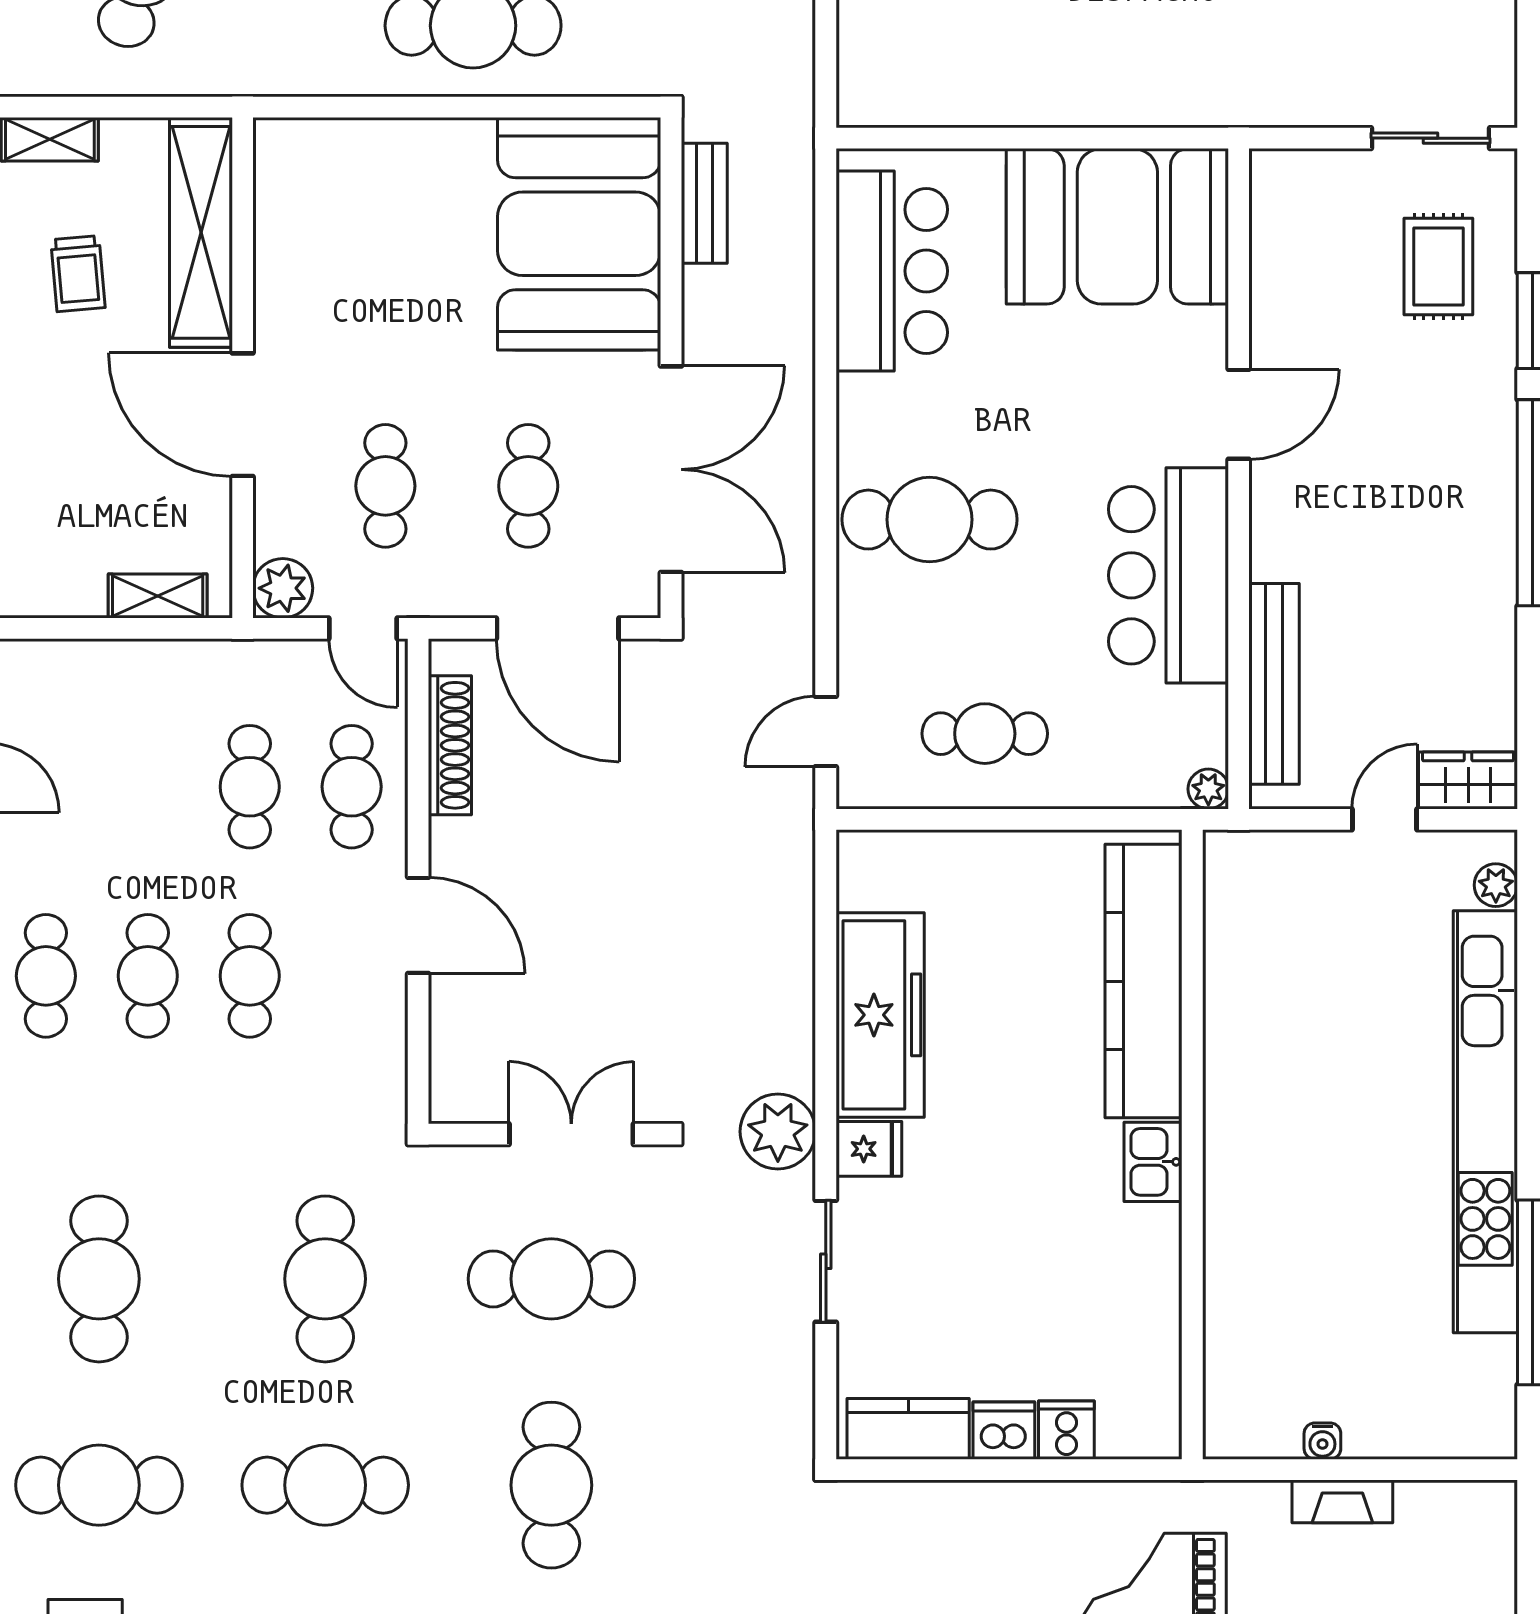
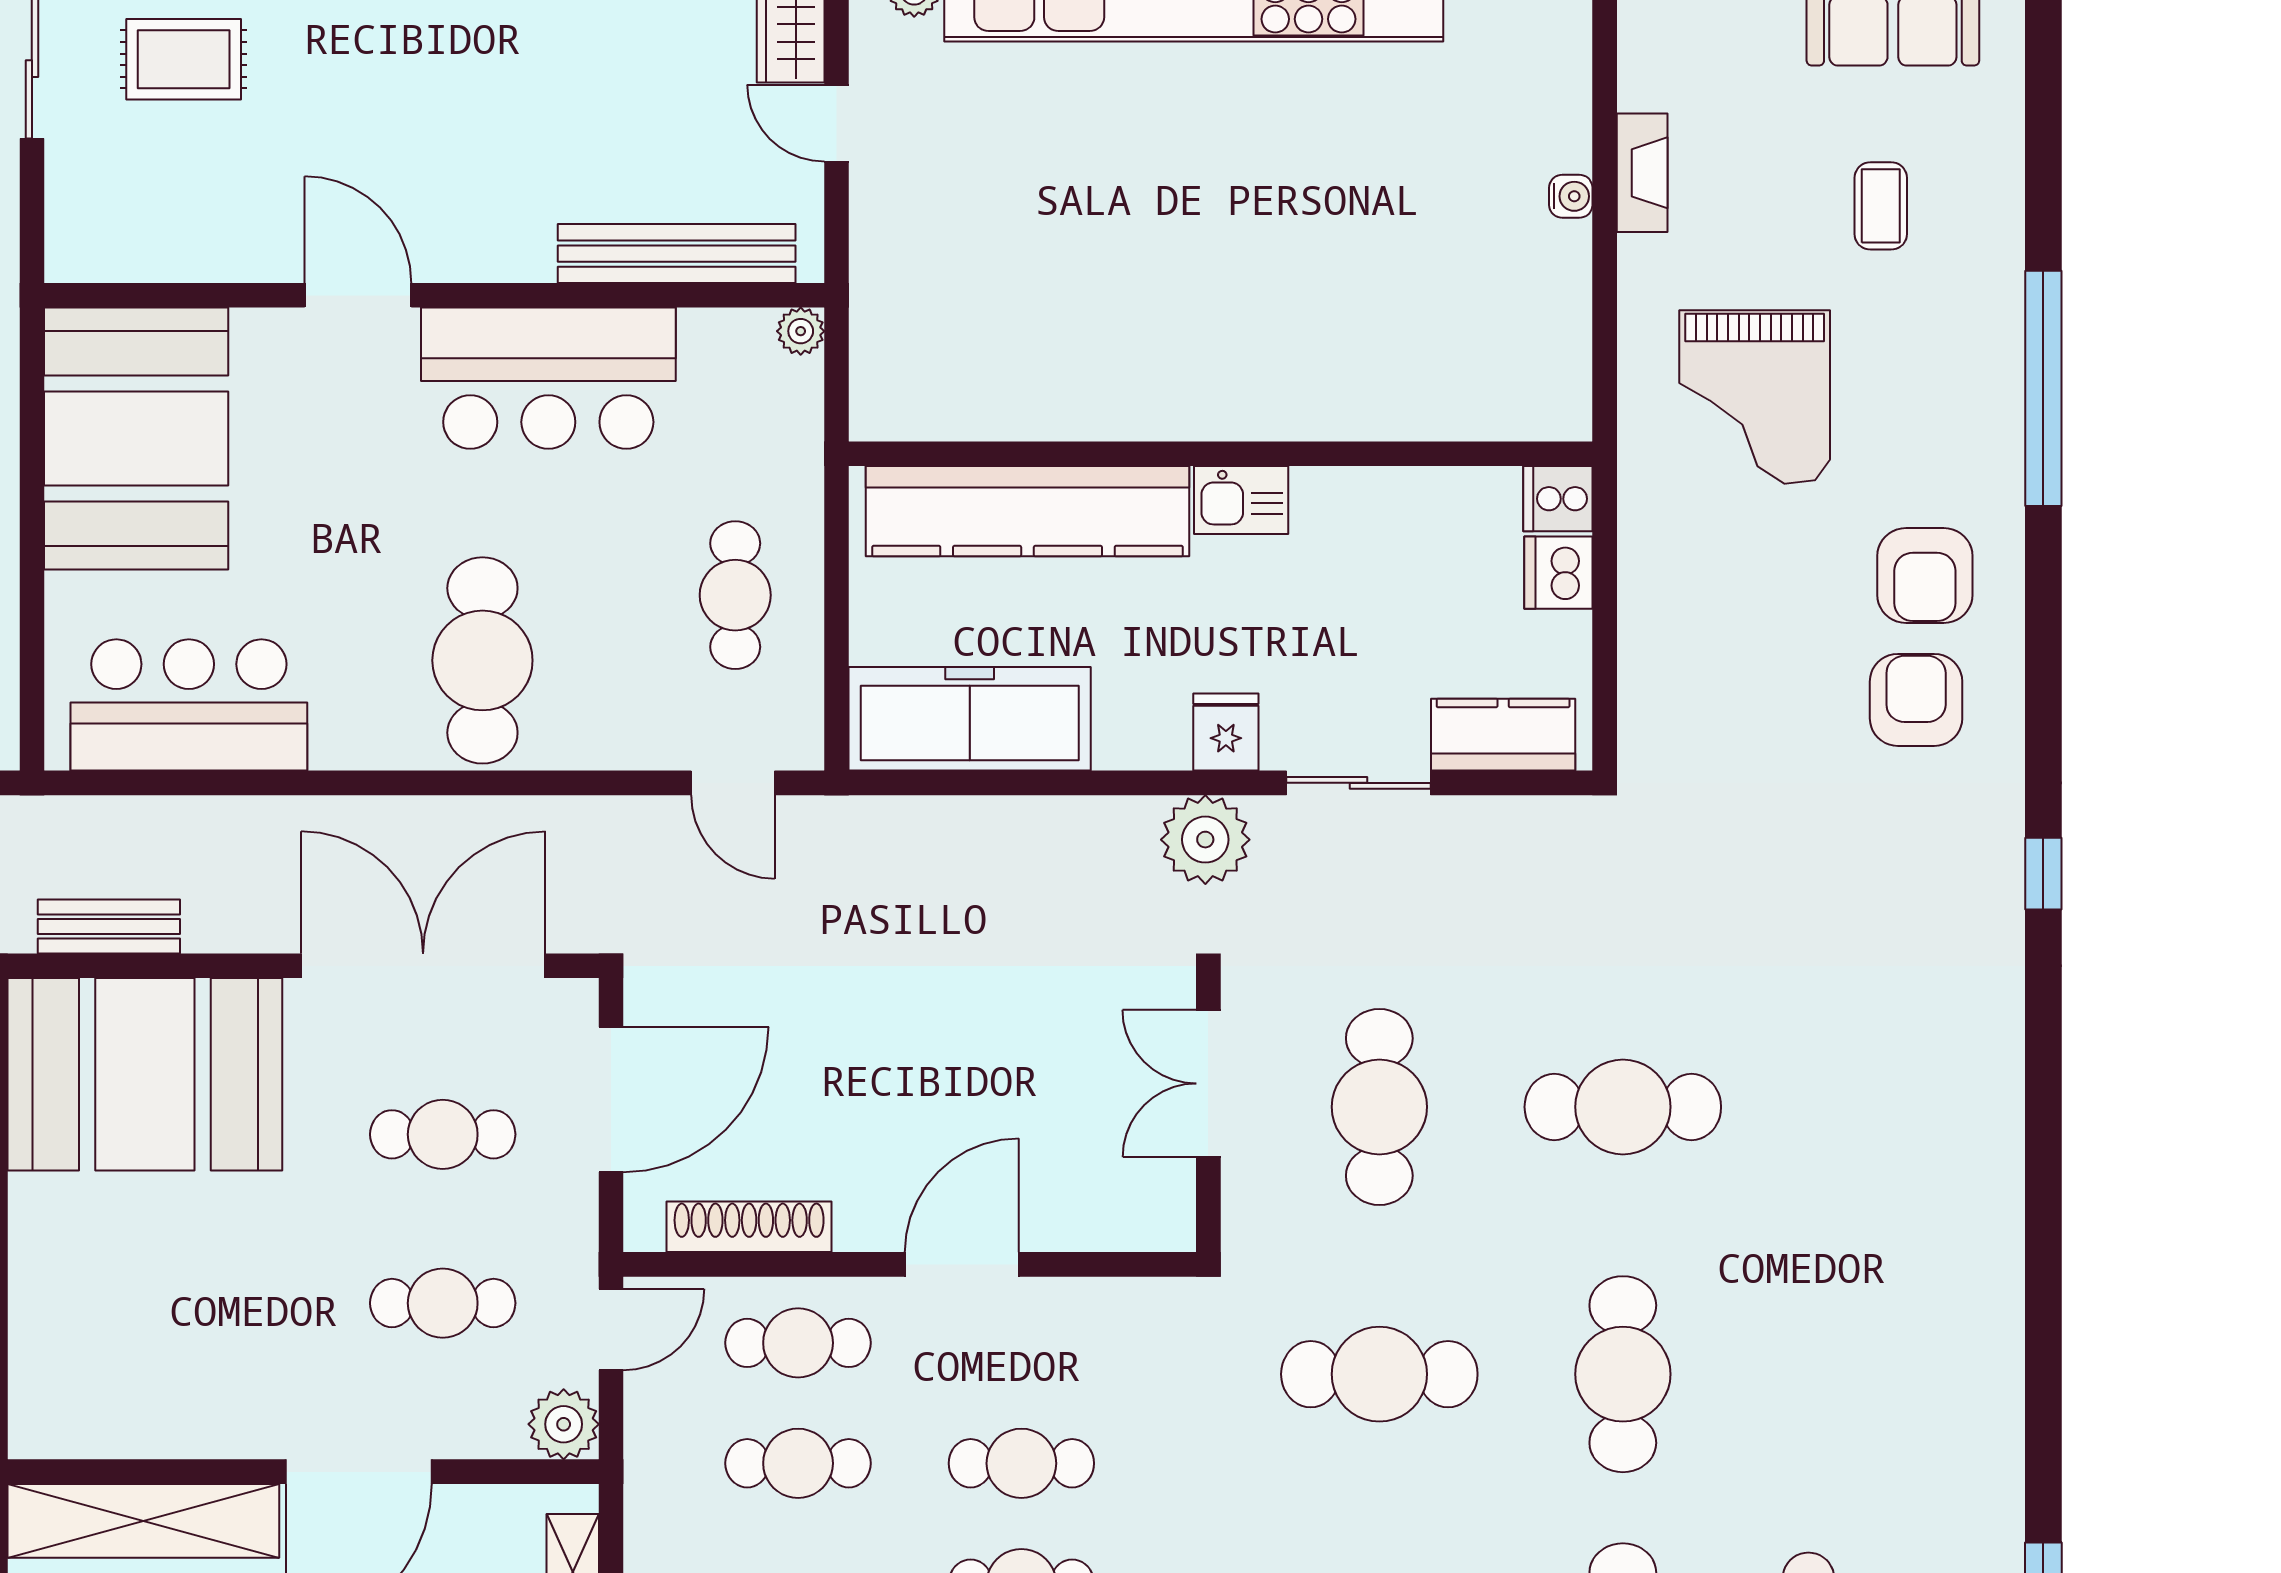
kitchen counter: (1144, 981) -> (1027, 511), moved
freezer: (880, 1015) -> (970, 719), moved
wall: (1192, 1144) -> (1221, 454), moved
kitchen sink: (1153, 1162) -> (1241, 500), moved
kitchen counter: (908, 1429) -> (1503, 735), moved, turned 90

